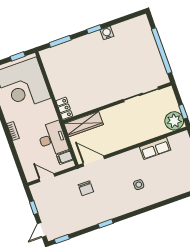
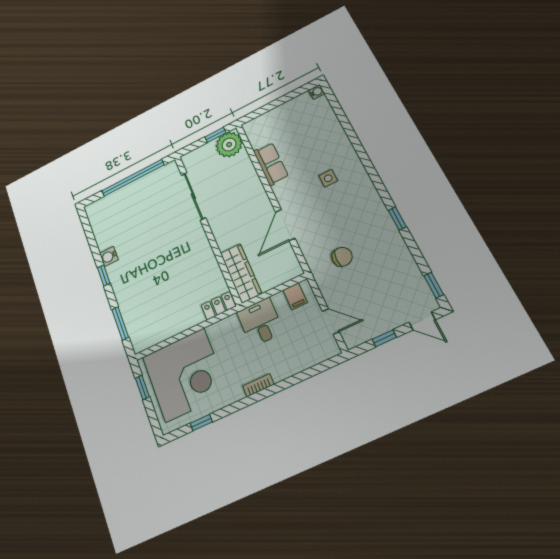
desk: (52, 139) -> (260, 322), width x0.73
door: (94, 161) -> (285, 225), moved
door: (47, 178) -> (331, 321), swing flipped

